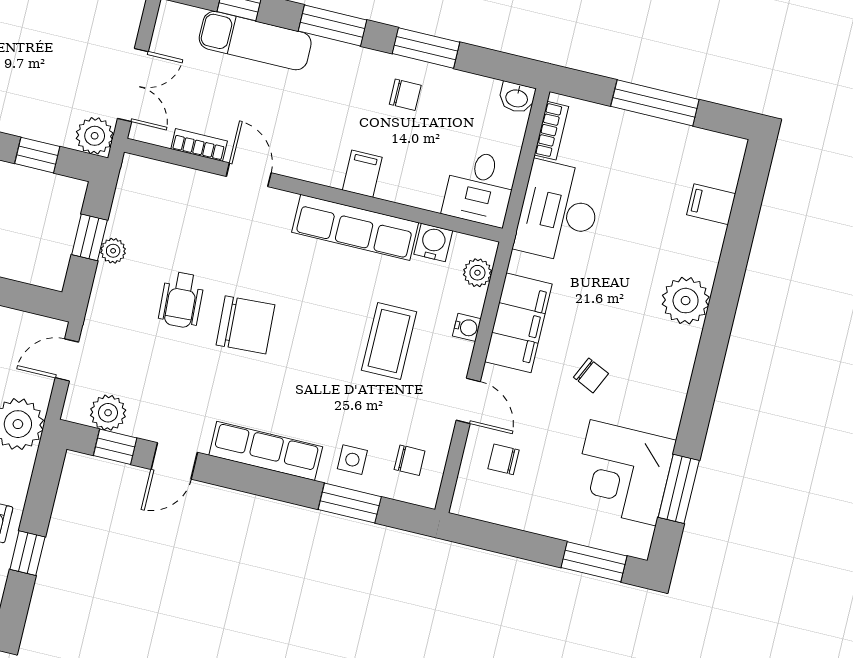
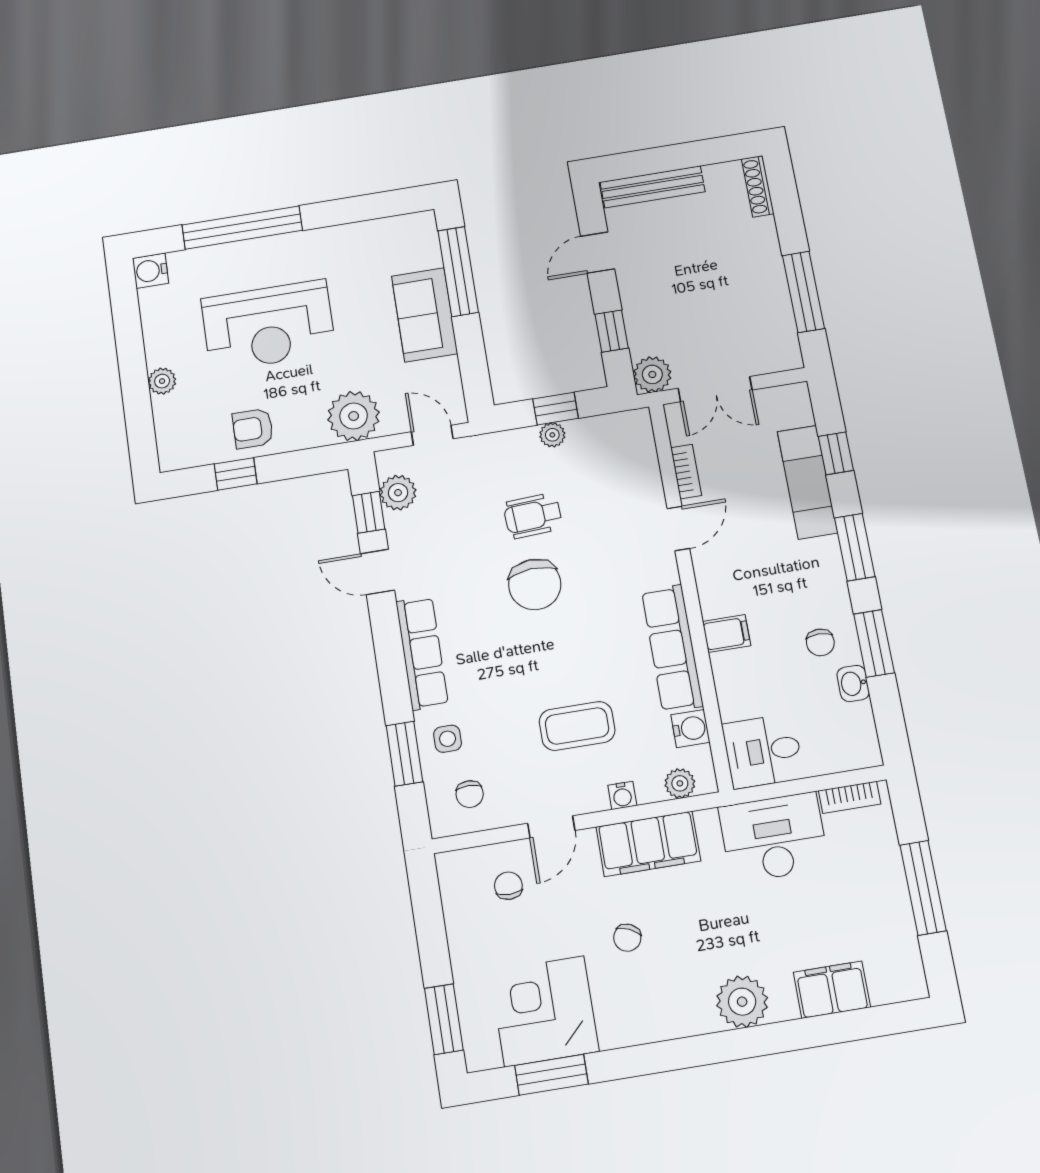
washbasin: (517, 98) -> (853, 683), moved
filing cabinet: (711, 204) -> (832, 990), width x2.00

